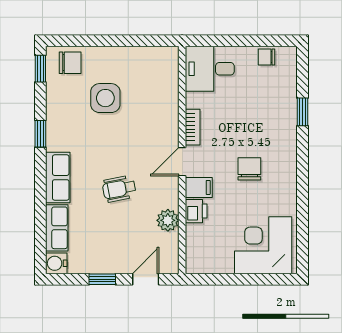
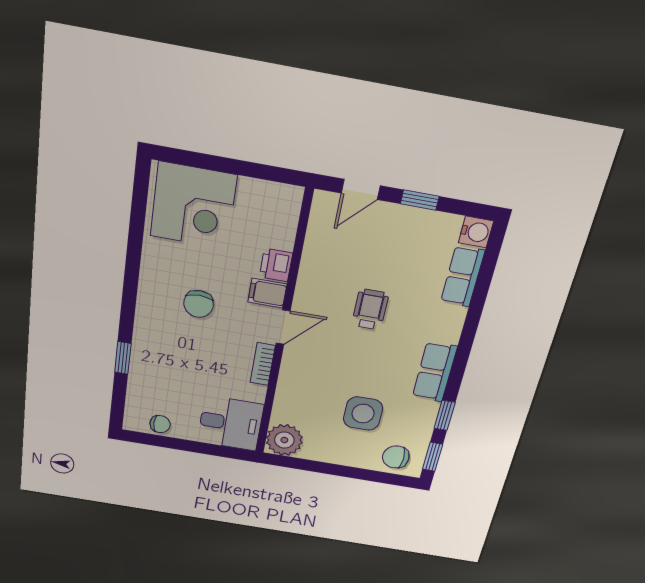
window: (40, 134) -> (445, 415), moved
row of seats: (58, 178) -> (435, 372), moved
wheelchair: (119, 189) -> (370, 309), turned -79
plant: (168, 220) -> (284, 440), moved, width x1.36, depth x1.36

